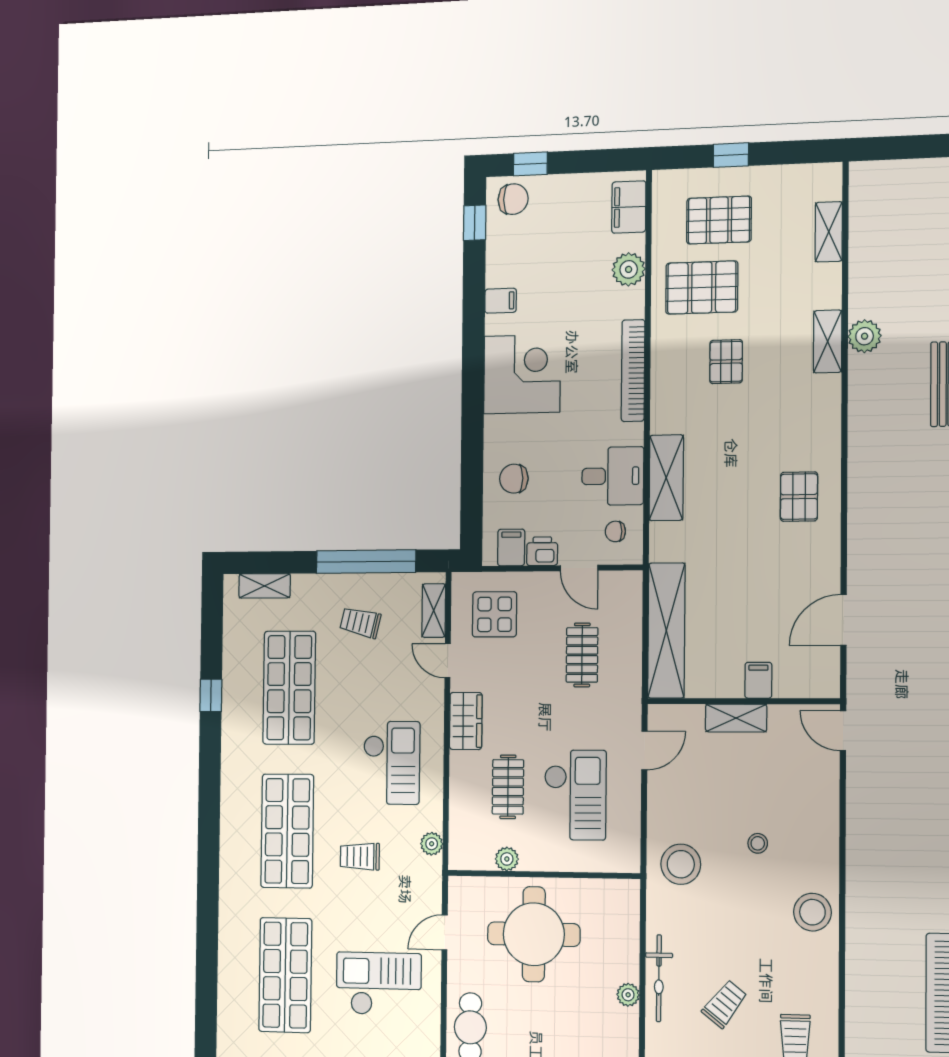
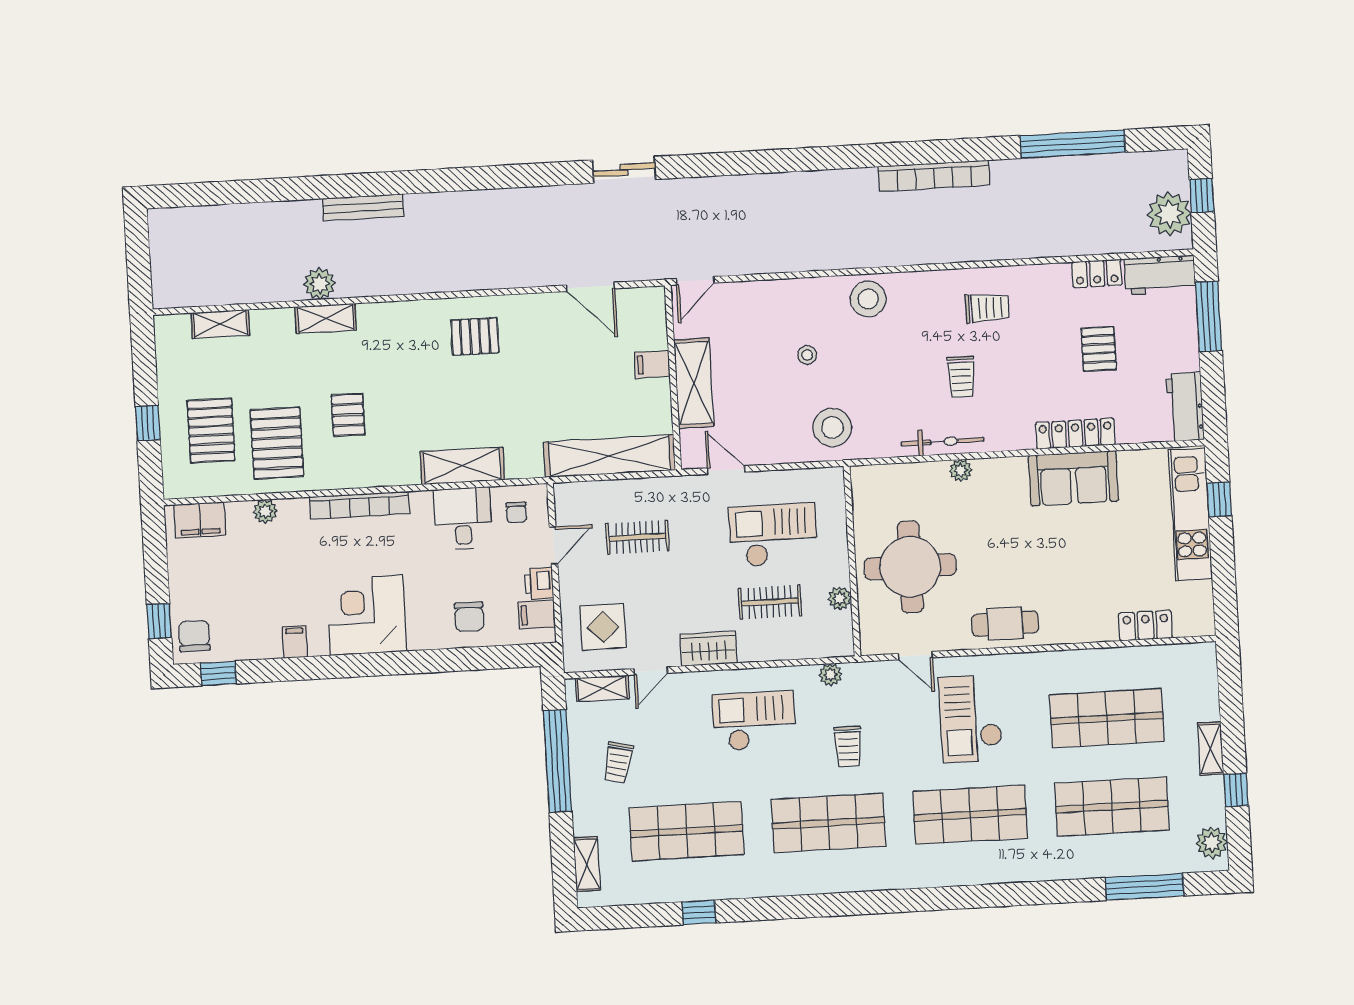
plant: (629, 269) -> (265, 511), width x0.73, depth x0.73
pallet: (726, 362) -> (348, 415), turned 90
shelving: (736, 718) -> (694, 383), width x1.50, depth x1.33
trolley: (725, 1004) -> (961, 377), turned -128

